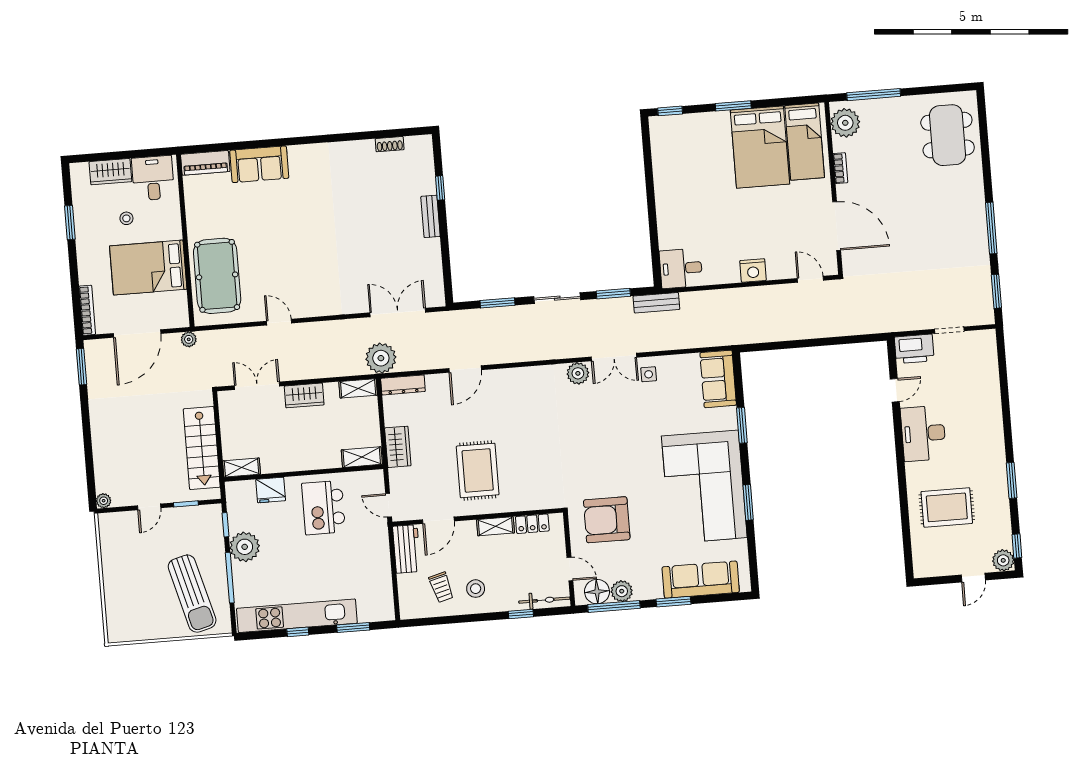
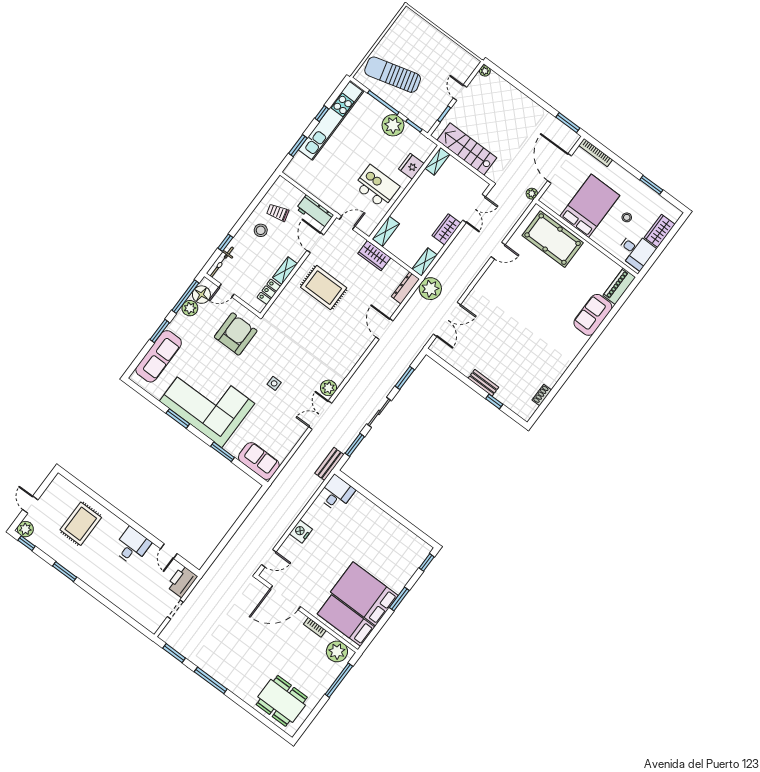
side table: (649, 374) -> (274, 383), moved
desk: (923, 433) -> (132, 546), width x0.73

